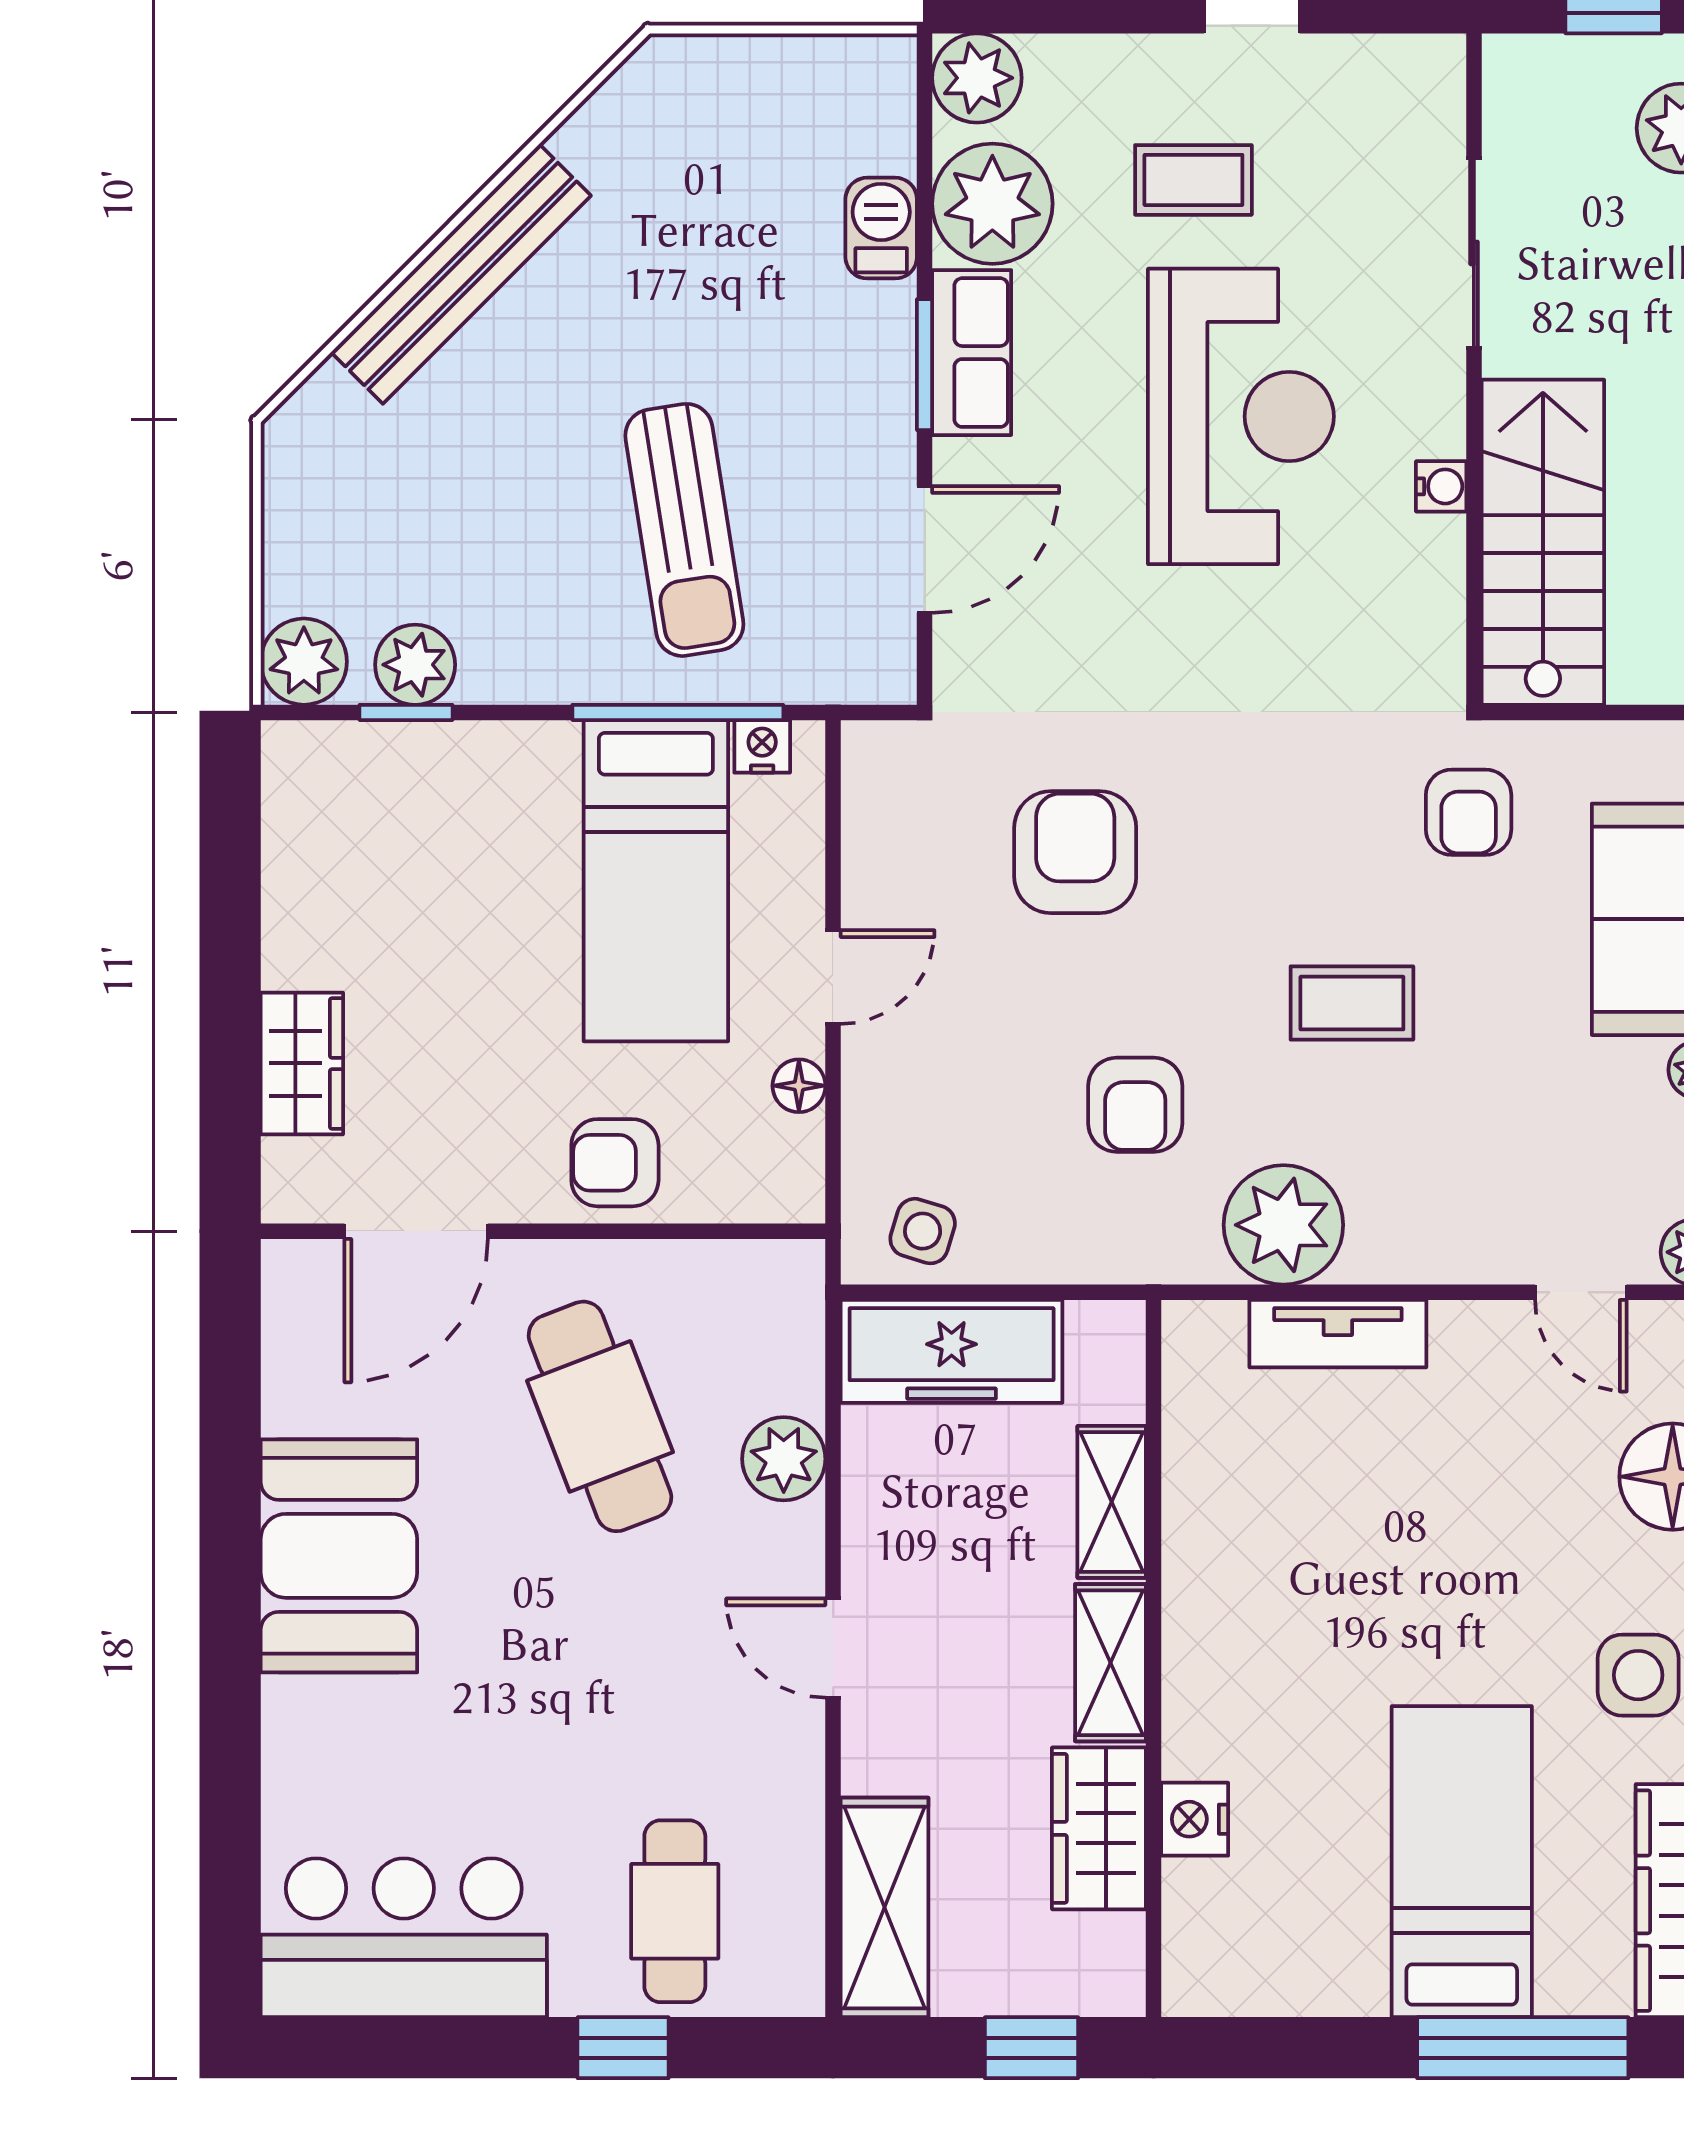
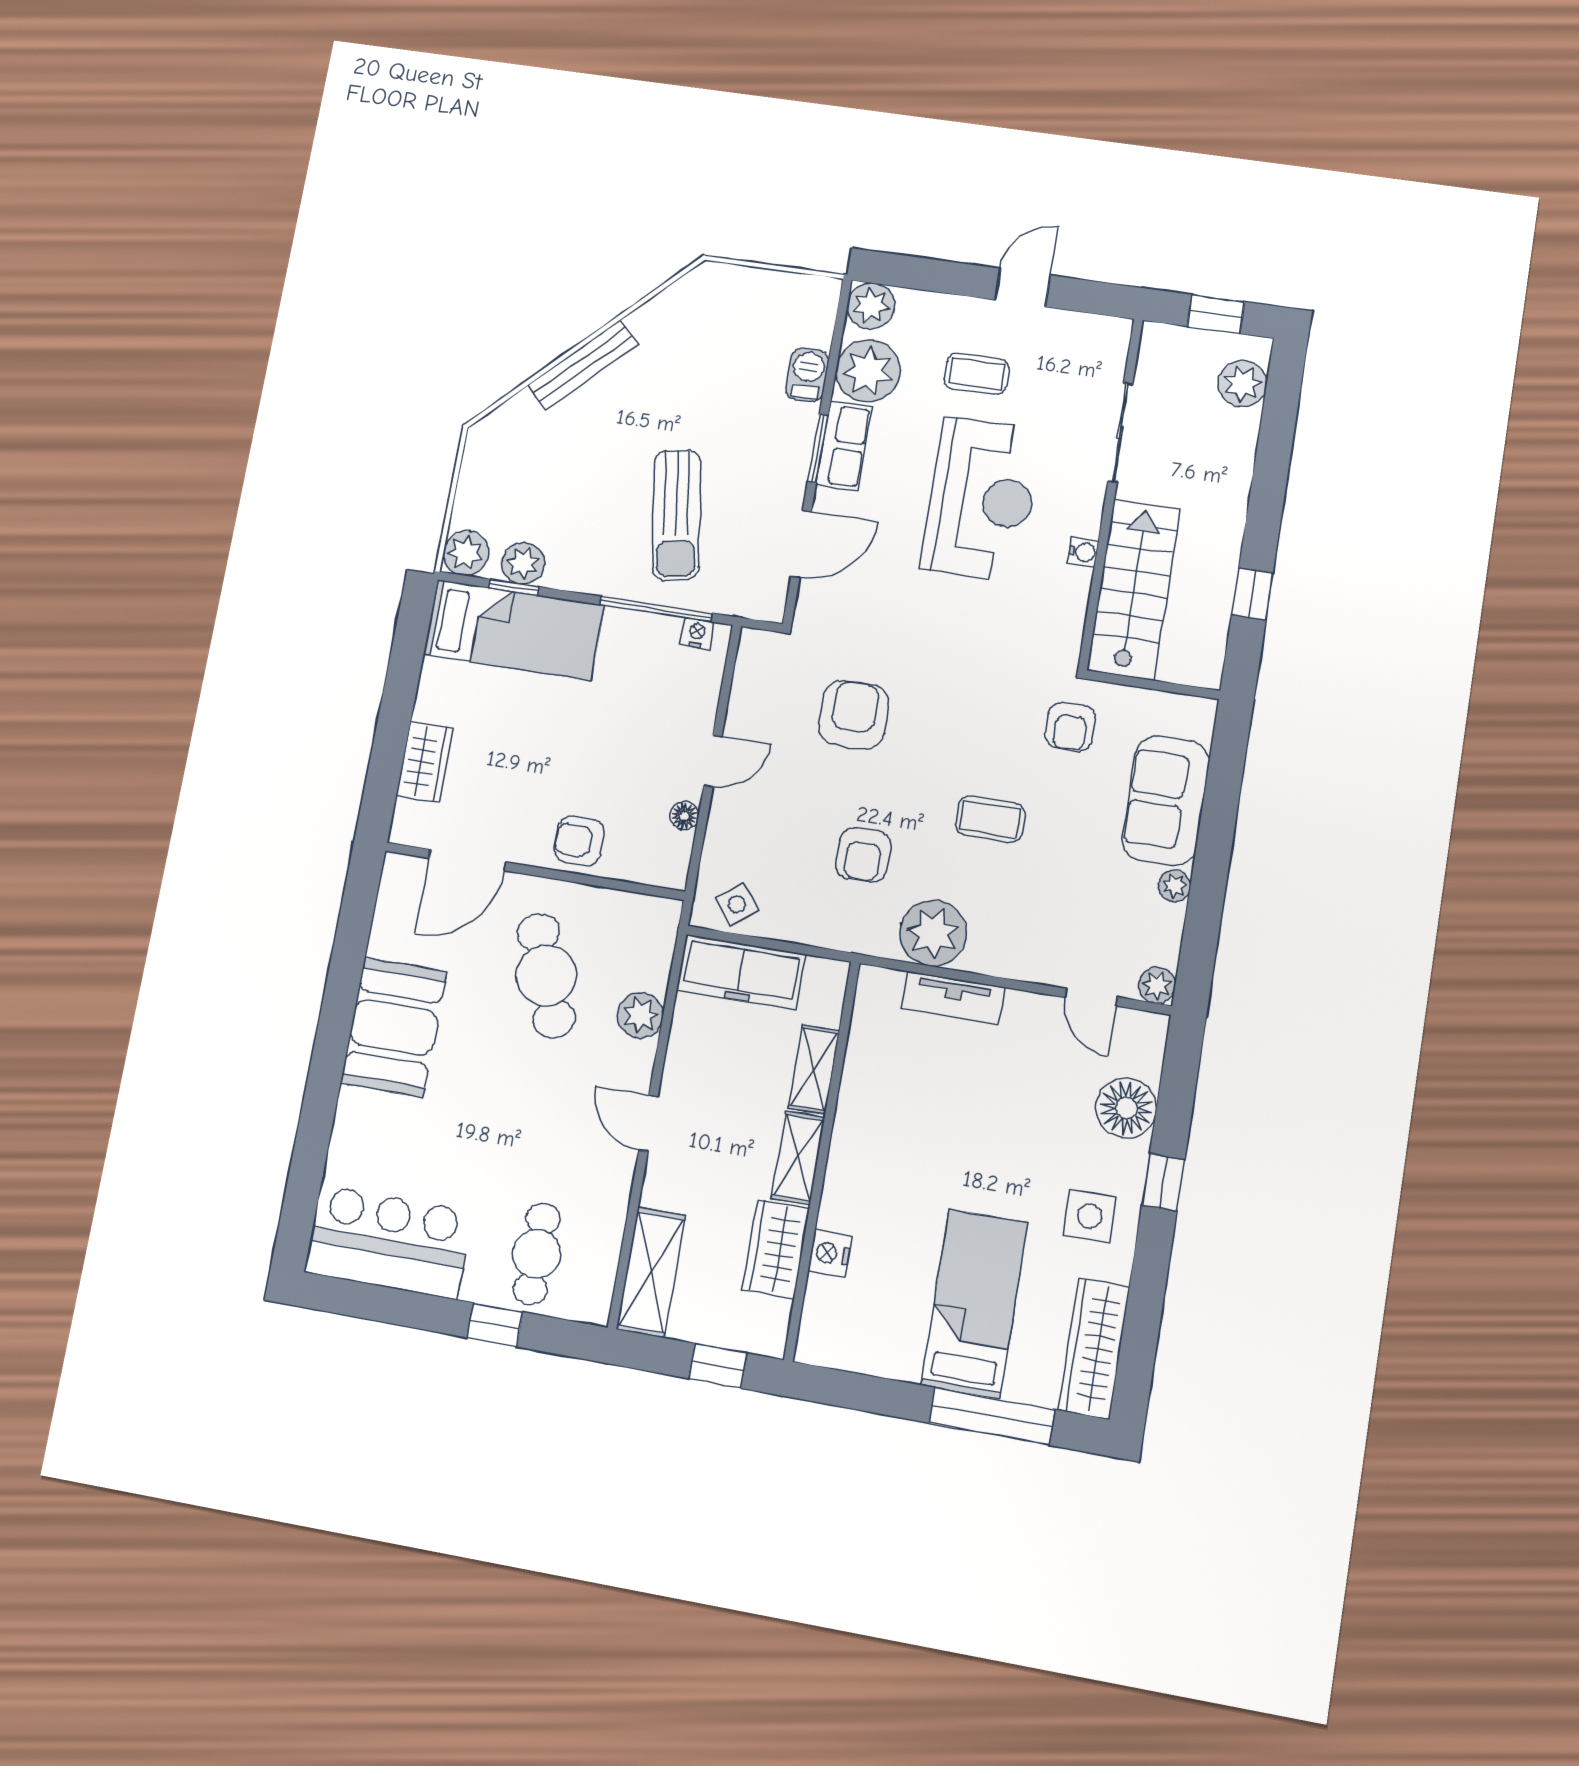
bench: (461, 274) -> (583, 365), width x0.73, depth x0.82
bed: (656, 881) -> (514, 630), moved, turned -90
side table: (923, 1231) -> (737, 904), turned 35

